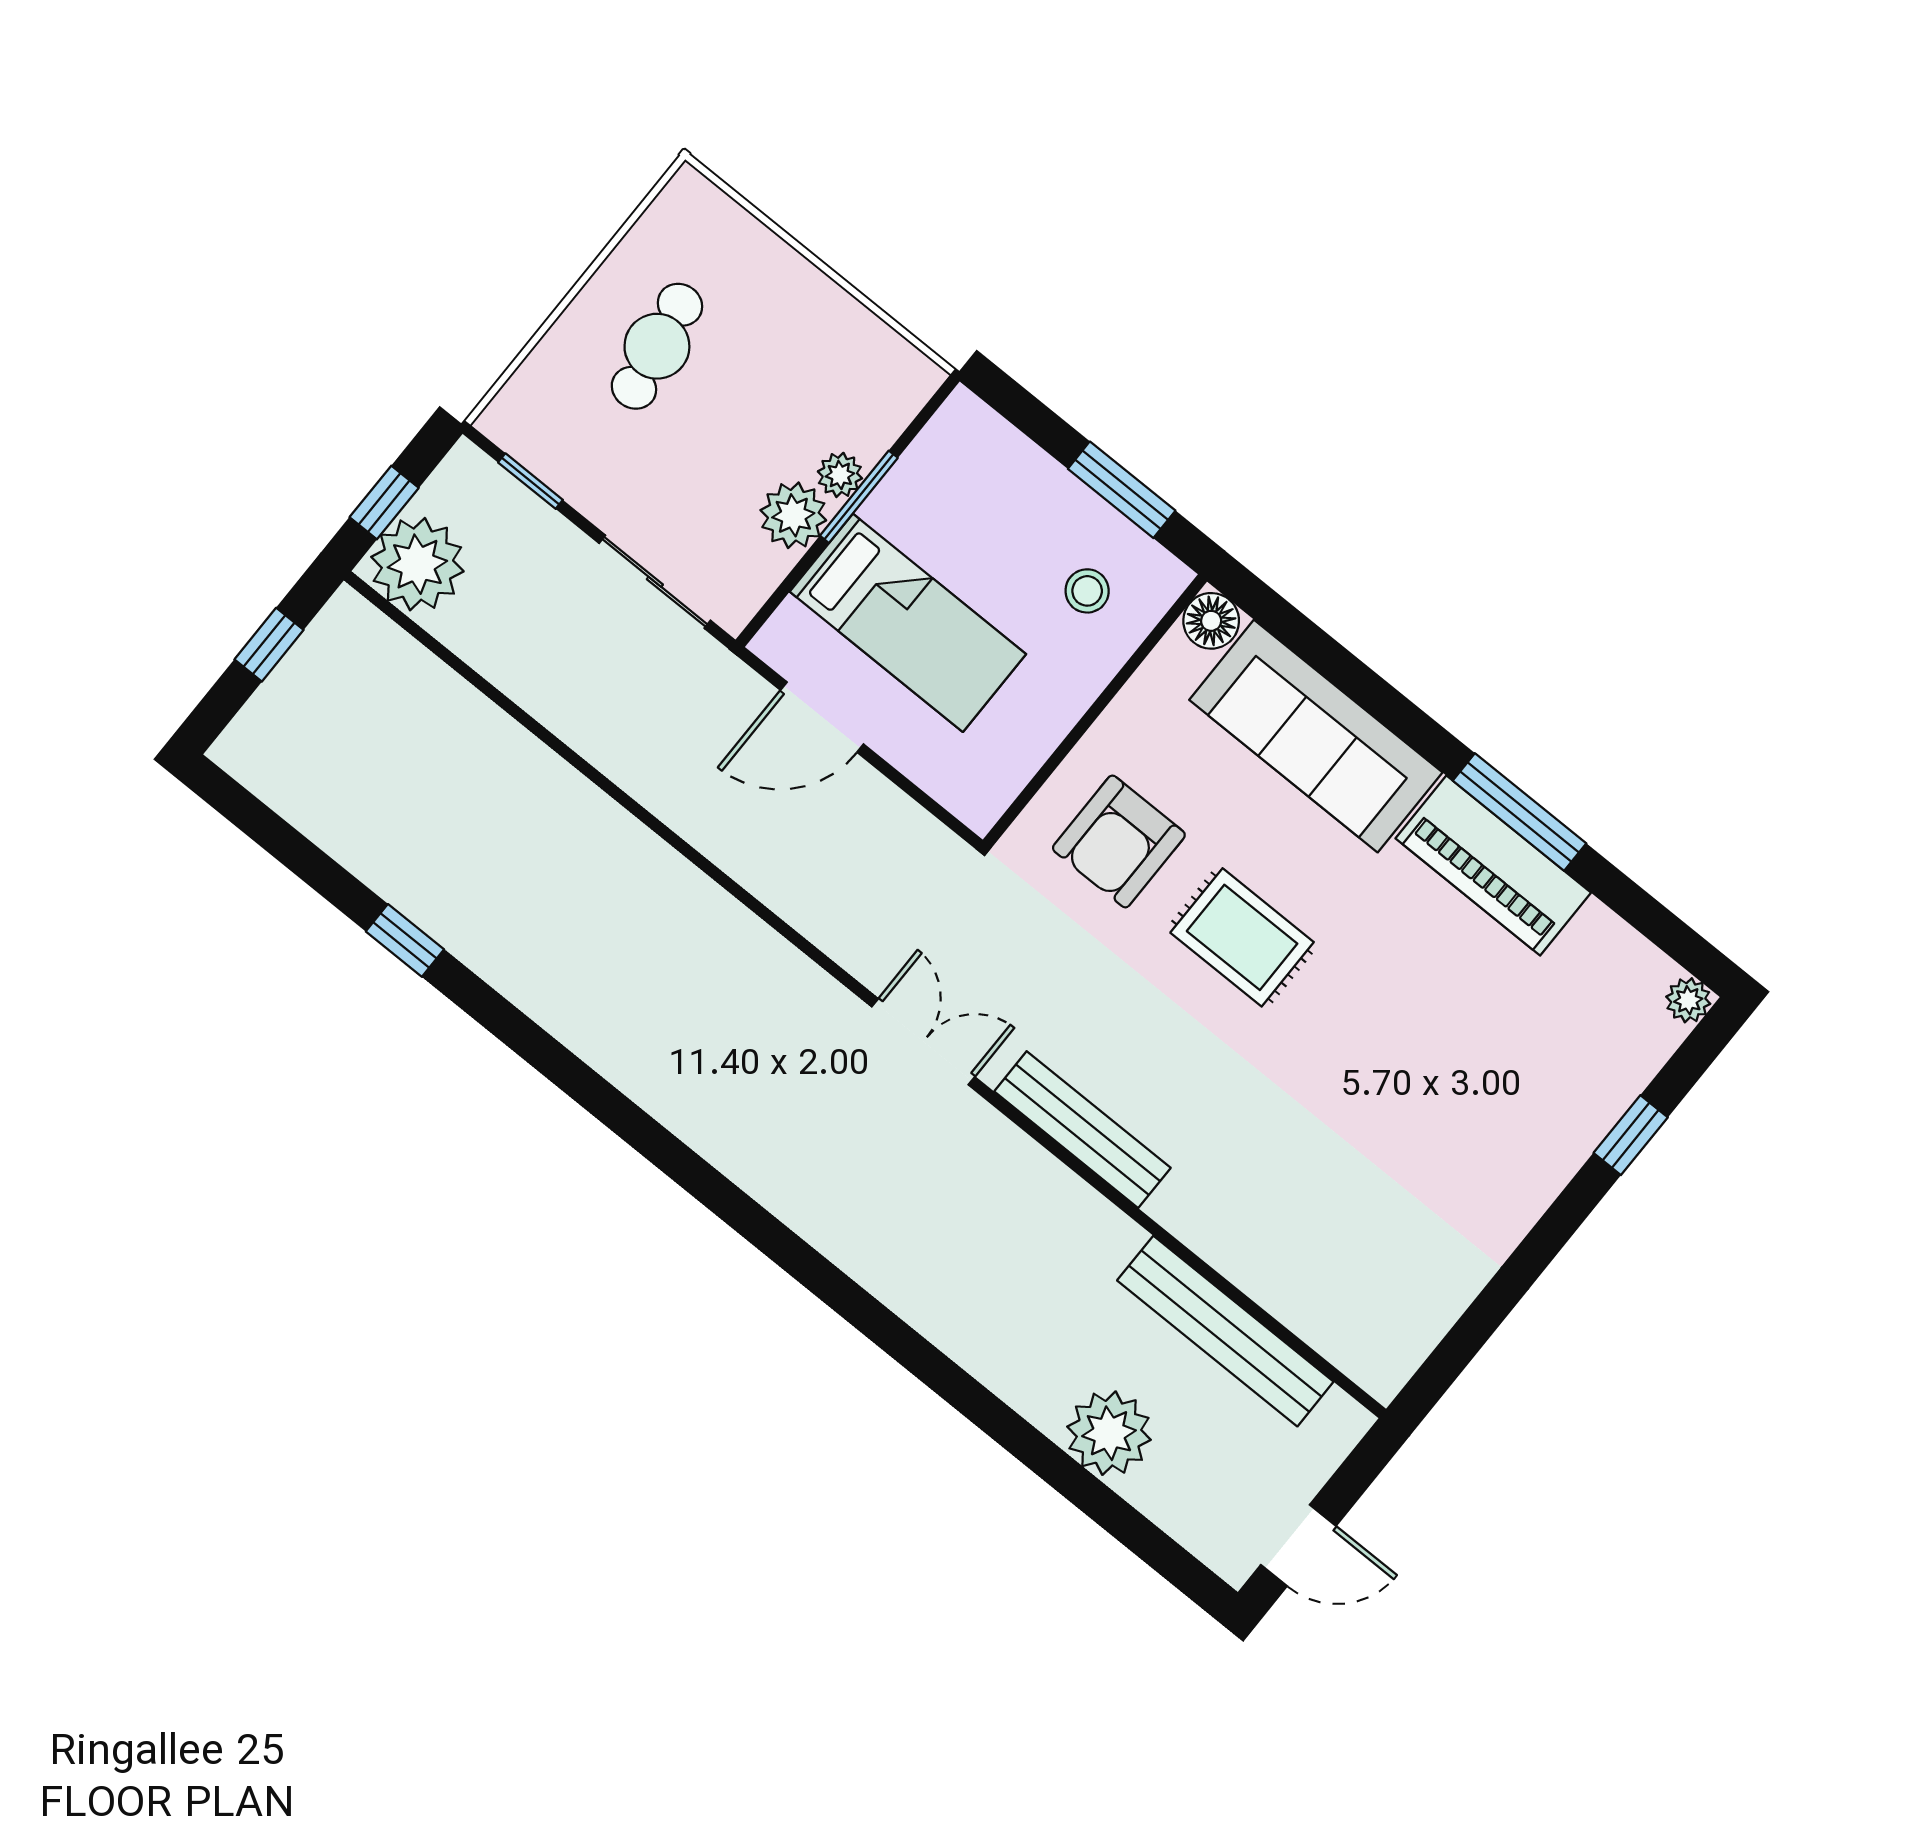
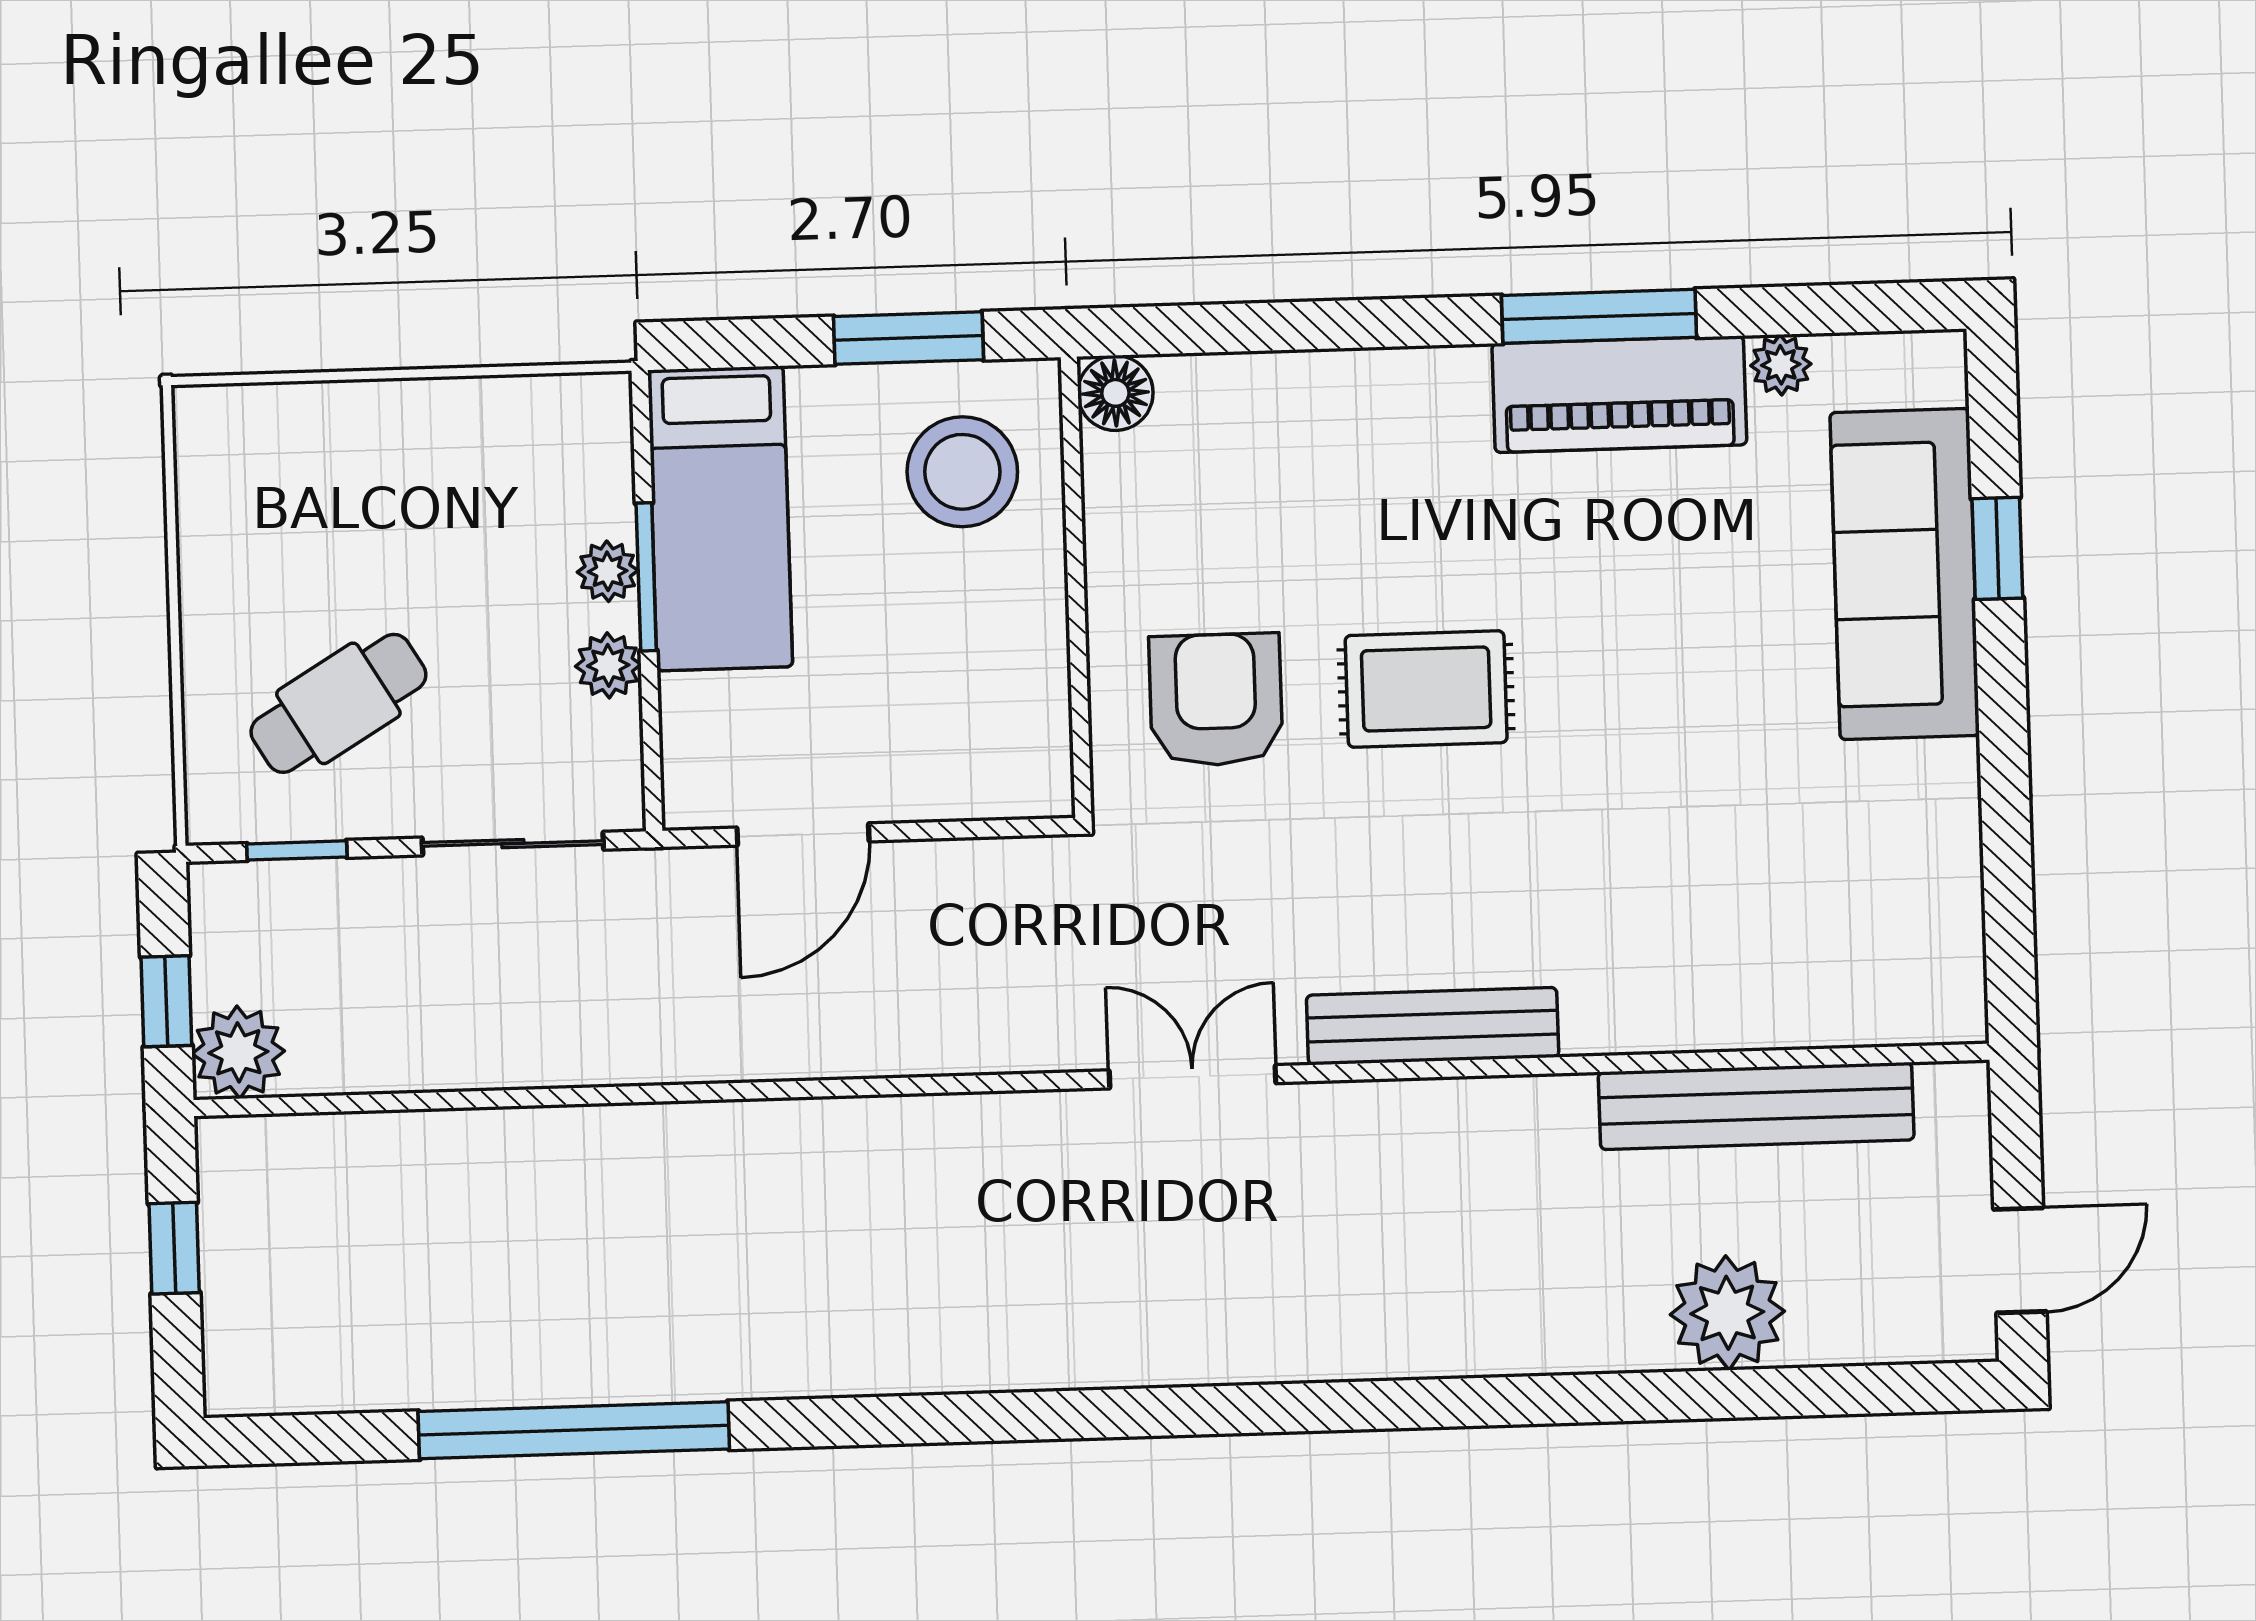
cafe table: (657, 346) -> (338, 703), moved, turned 69
plant: (793, 515) -> (608, 665), width x0.73, depth x0.73
plant: (417, 564) -> (238, 1052), width x0.73, depth x0.73
stool: (1087, 591) -> (962, 472), width x1.89, depth x1.89
bed: (908, 623) -> (720, 518), moved, turned 90
sofa: (1316, 736) -> (1905, 574), moved, turned 90
armchair: (1119, 841) -> (1216, 700), turned 180
window: (405, 940) -> (574, 1430), width x3.17
plant: (1688, 1000) -> (1781, 365), moved

